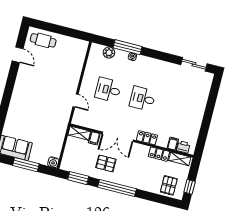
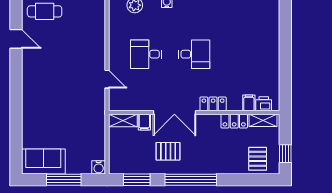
desk: (143, 99) -> (194, 54), turned 180

